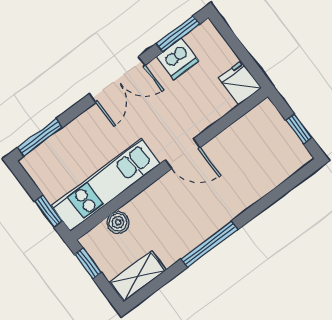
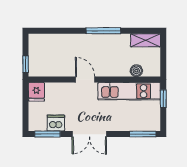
double door: (117, 79) -> (89, 134), swing flipped
window: (299, 129) -> (26, 64), moved
window: (88, 263) -> (163, 62), removed

